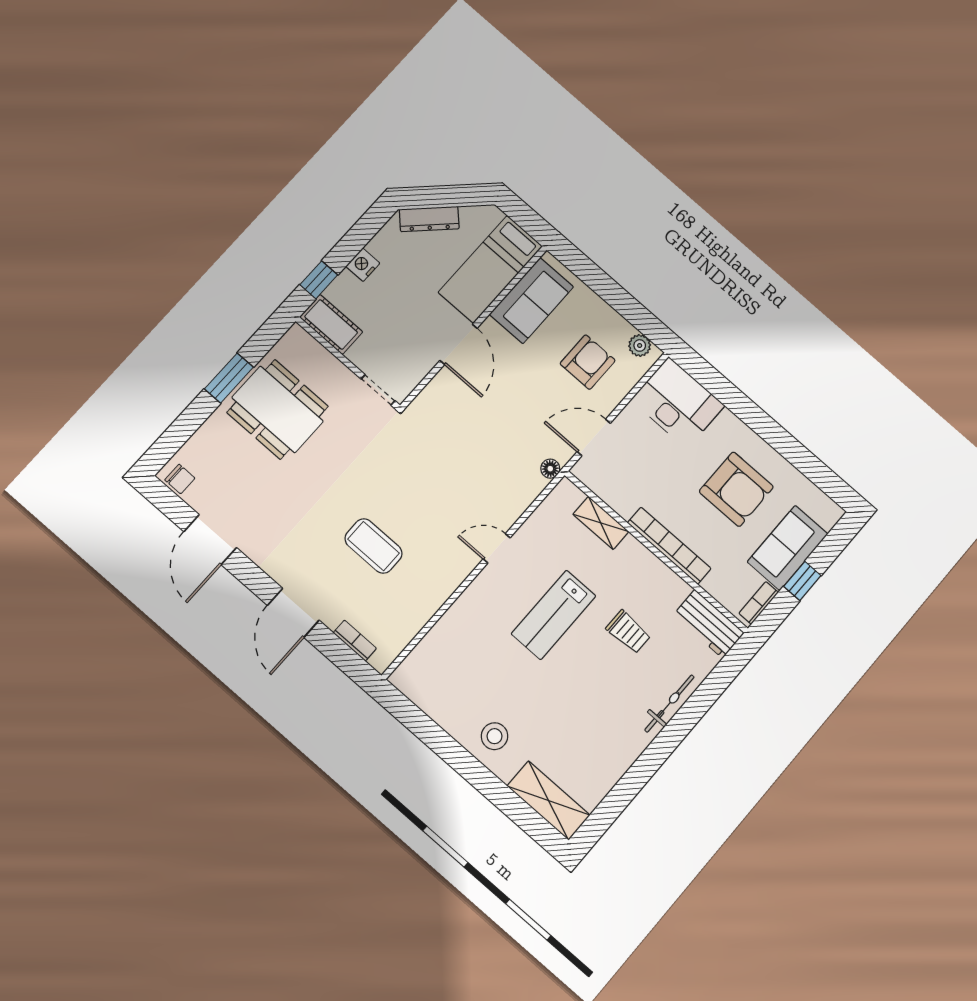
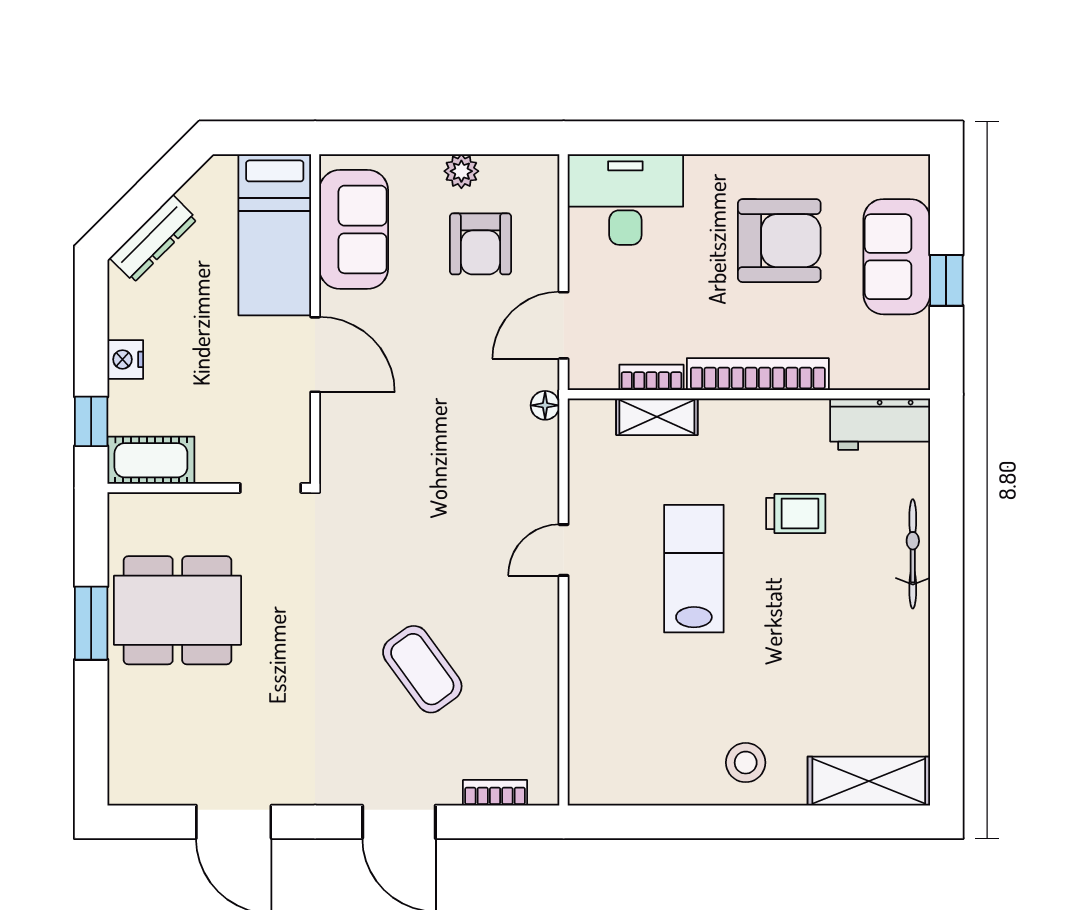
plant: (640, 345) -> (461, 171), moved
armchair: (588, 362) -> (480, 244), turned 180
chair: (180, 479) -> (139, 784), removed
coffee table: (373, 546) -> (422, 669), turned 54
bookcase: (759, 603) -> (651, 377), moved, turned 90
lab bench: (554, 615) -> (694, 569), turned 180

